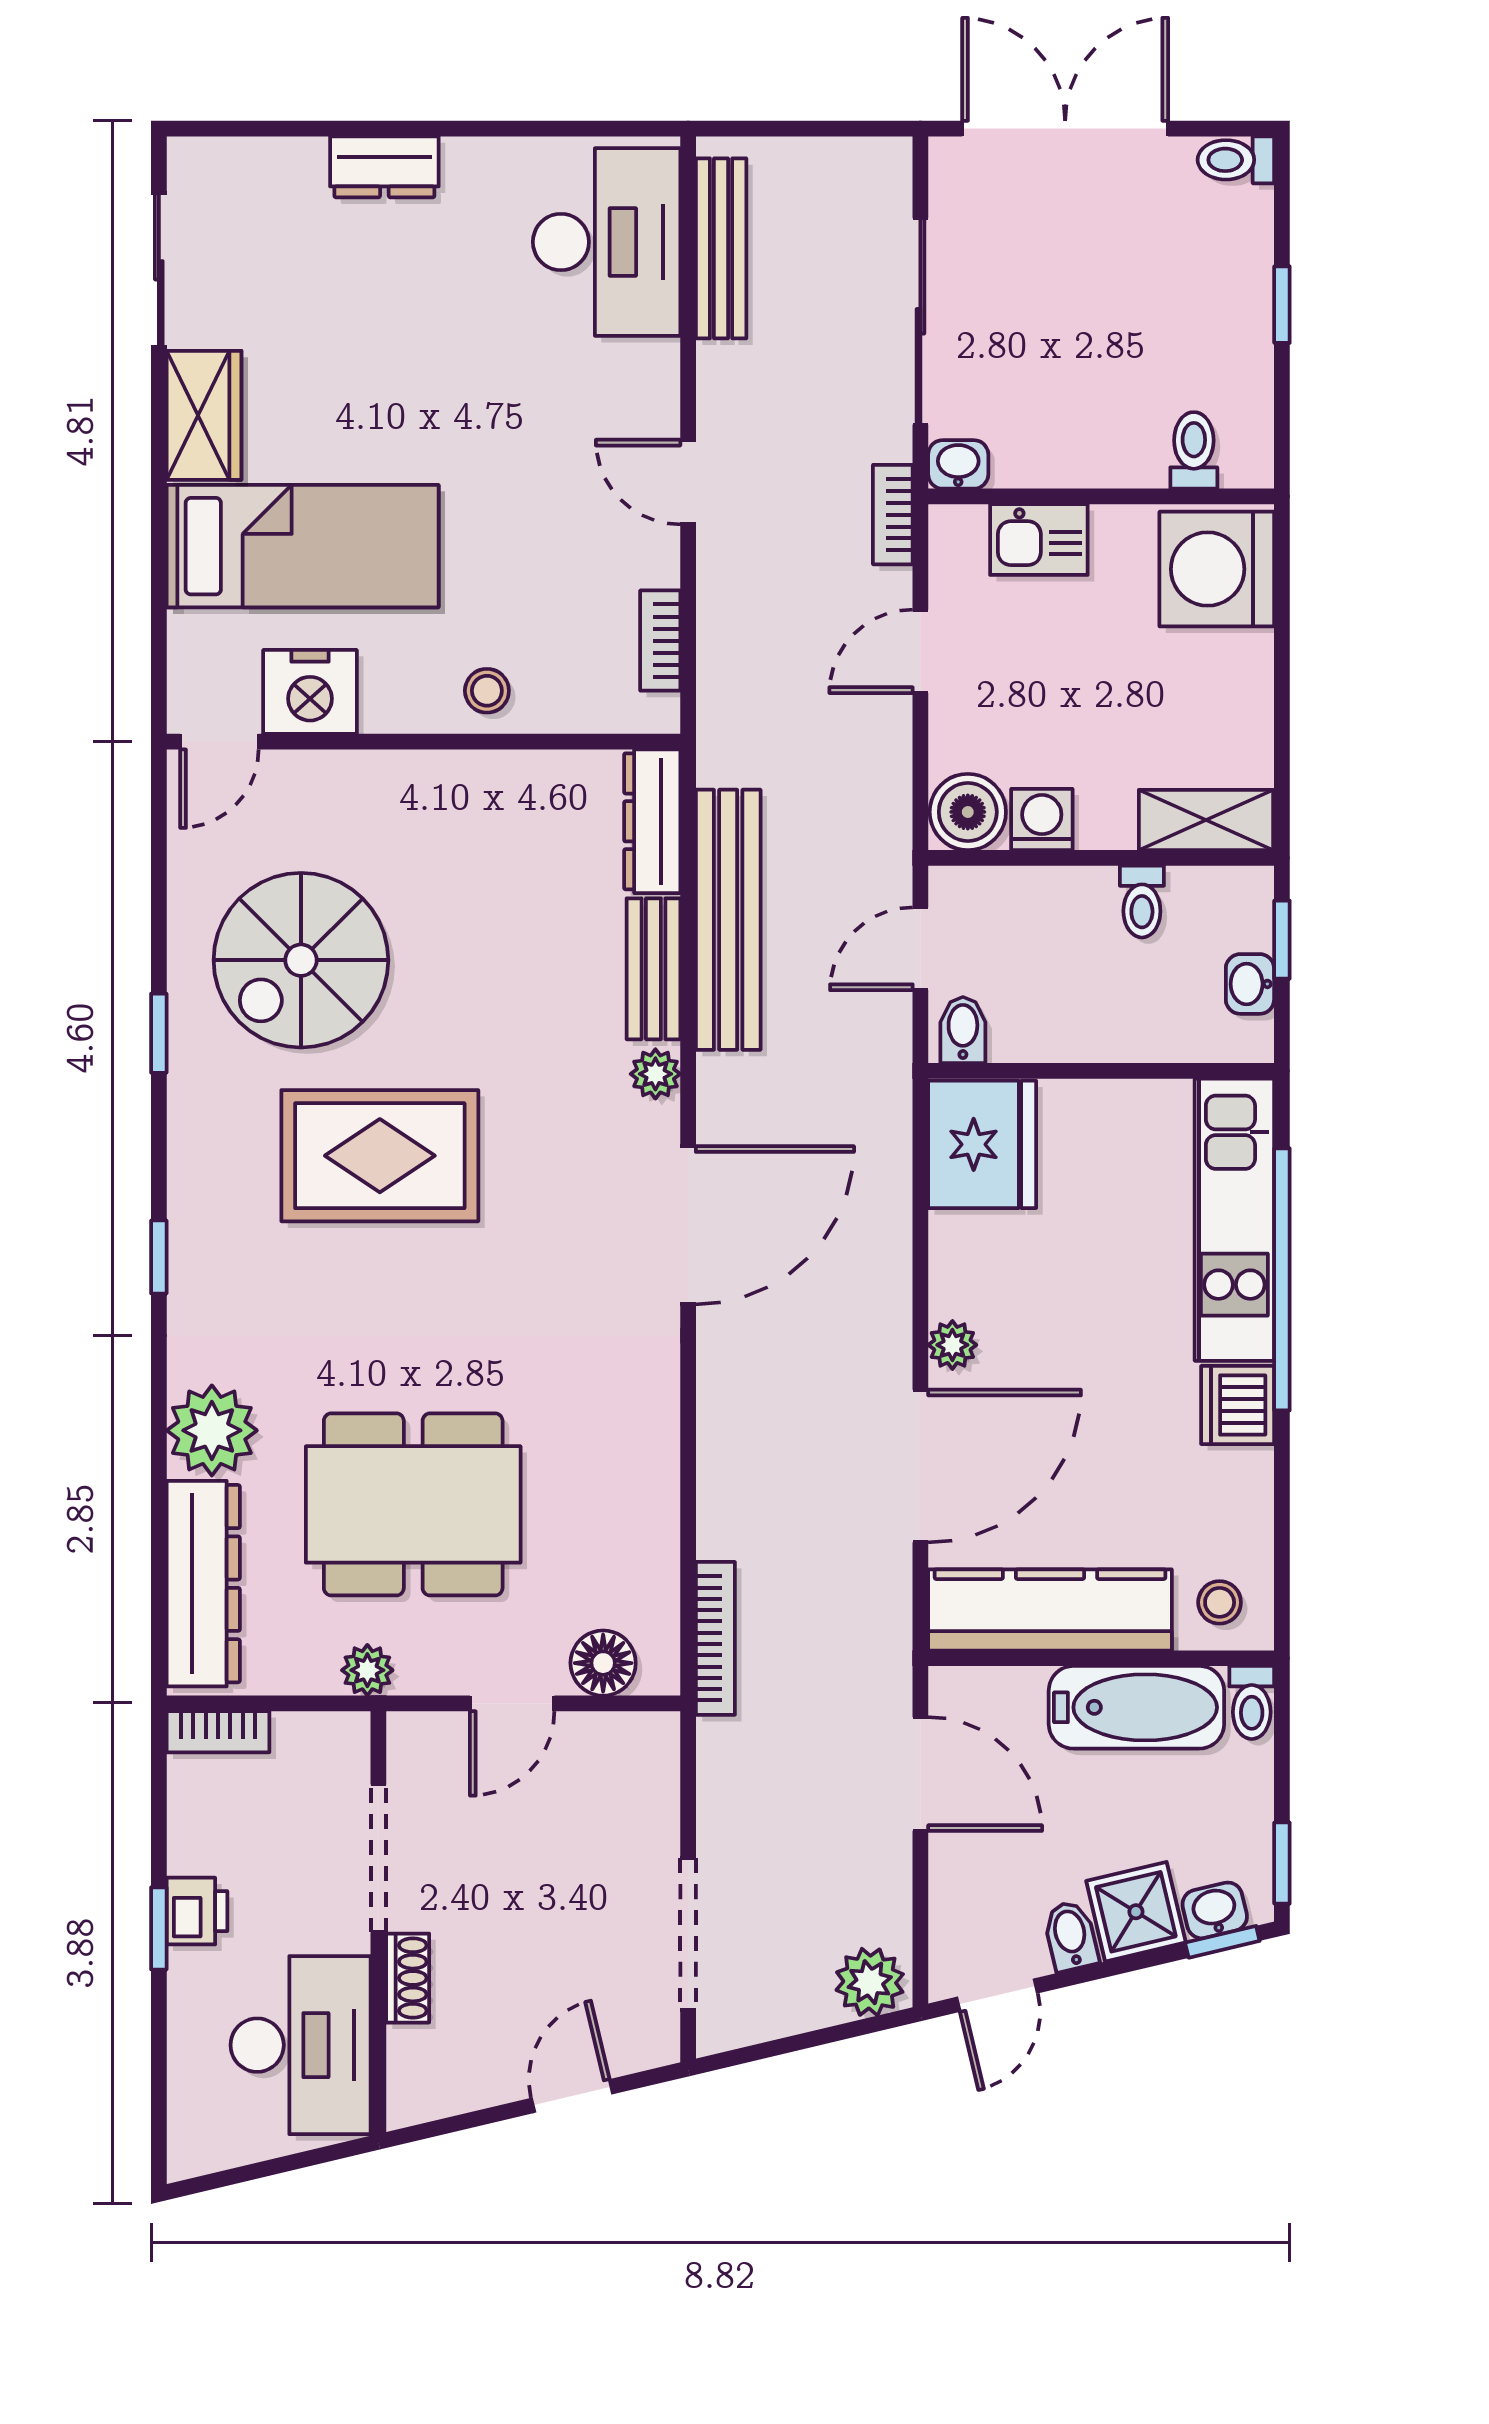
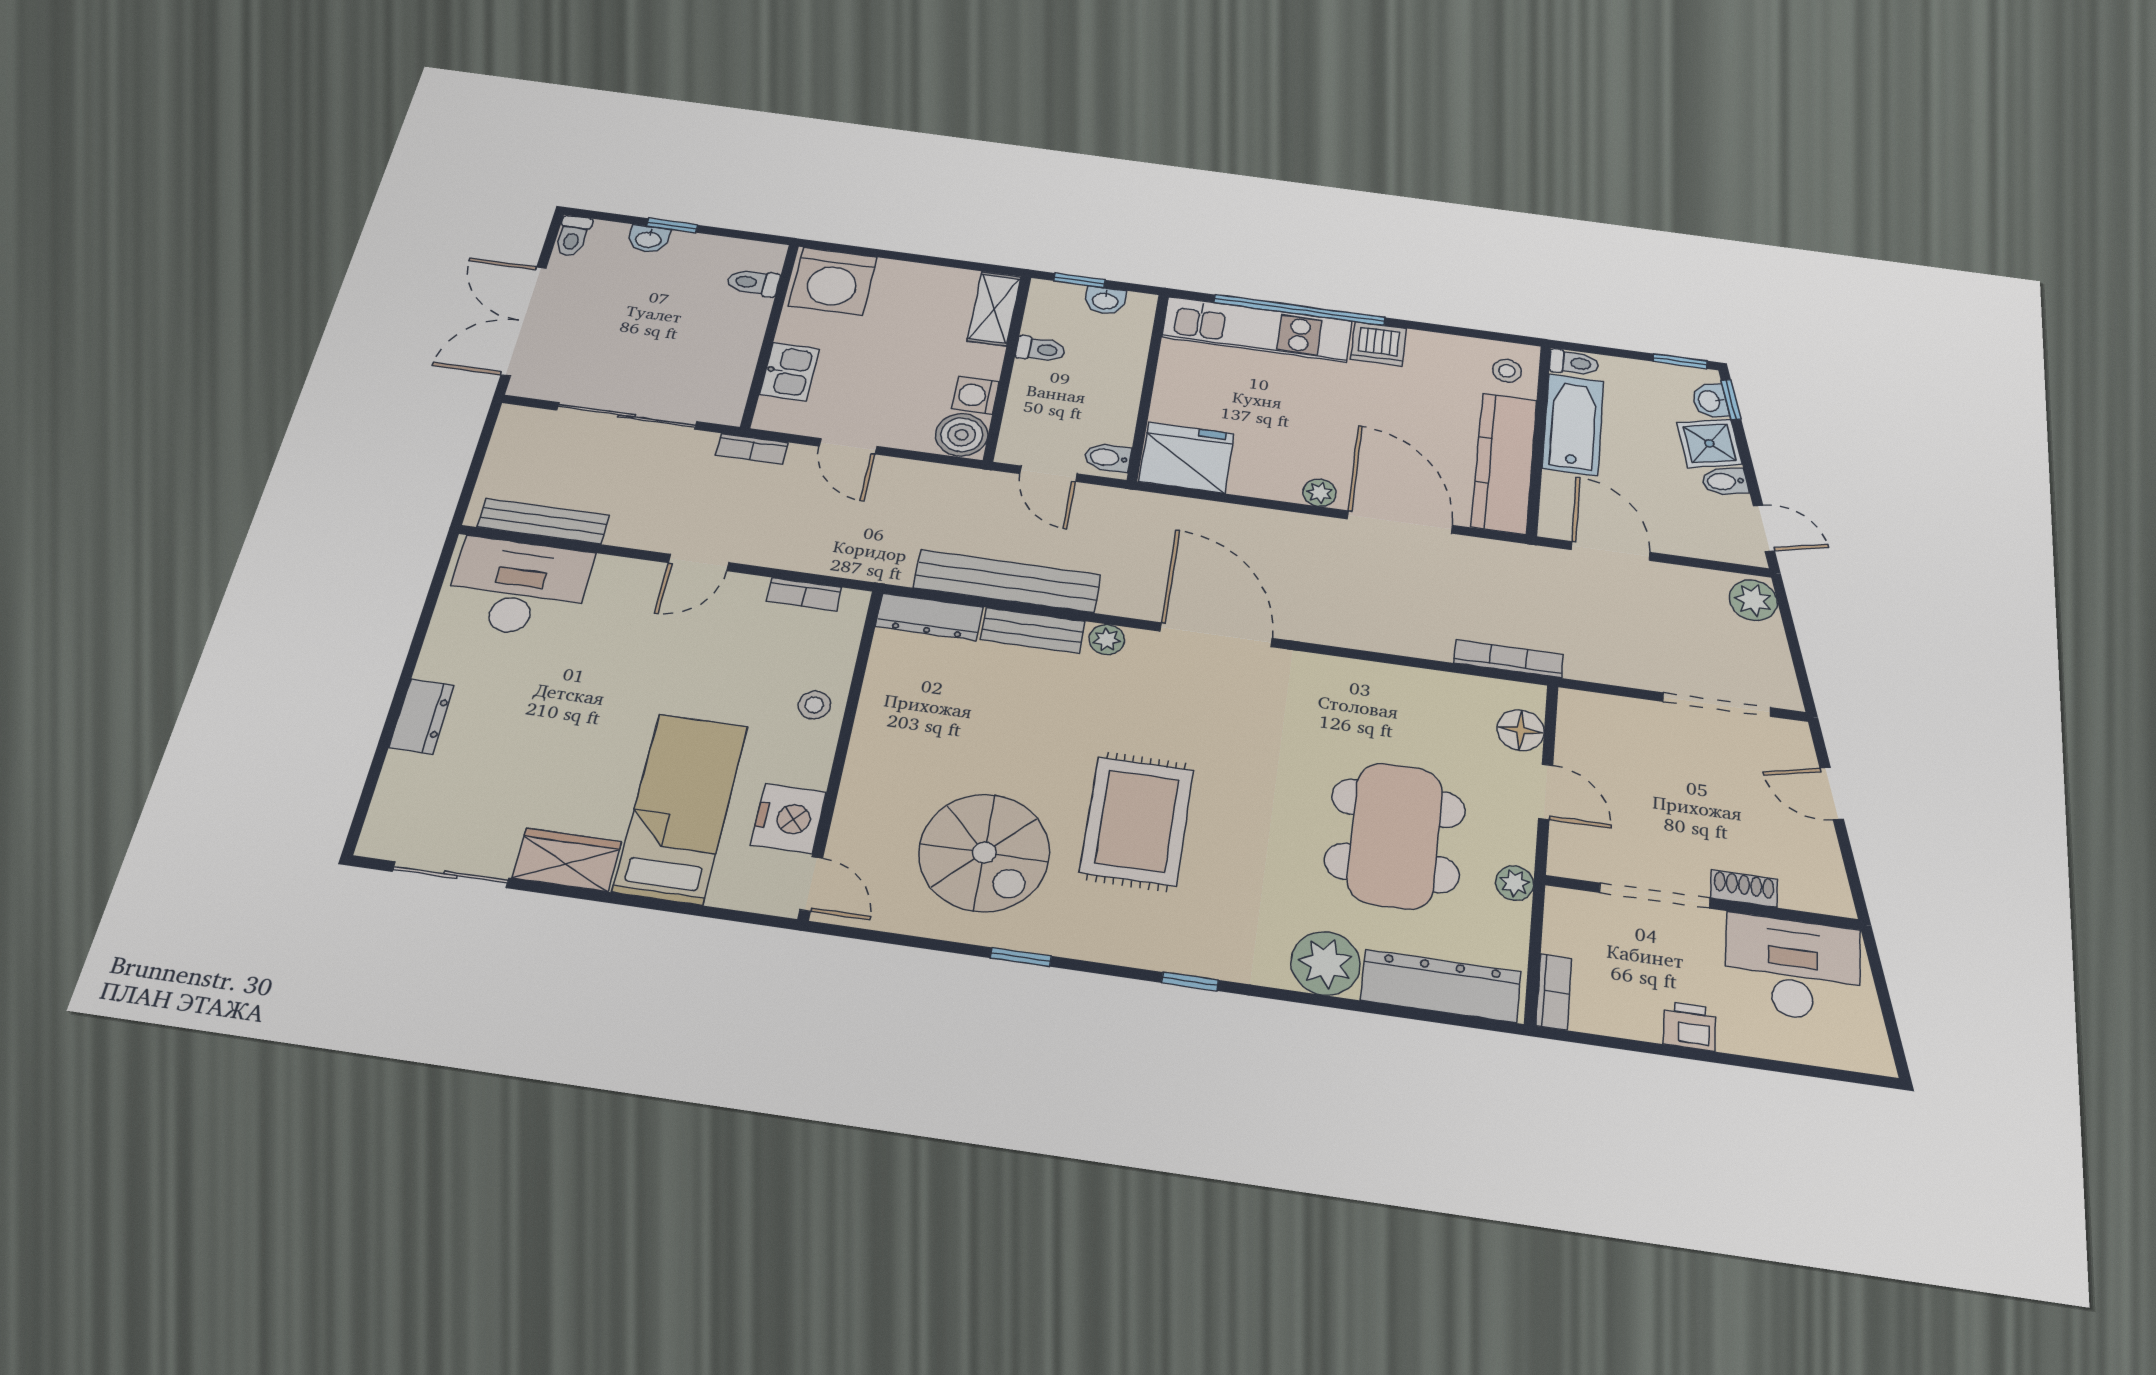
washbasin: (958, 464) -> (649, 239), moved, turned -90
door: (920, 1774) -> (1611, 551), hinge flipped
window: (159, 1928) -> (1702, 1055), removed

